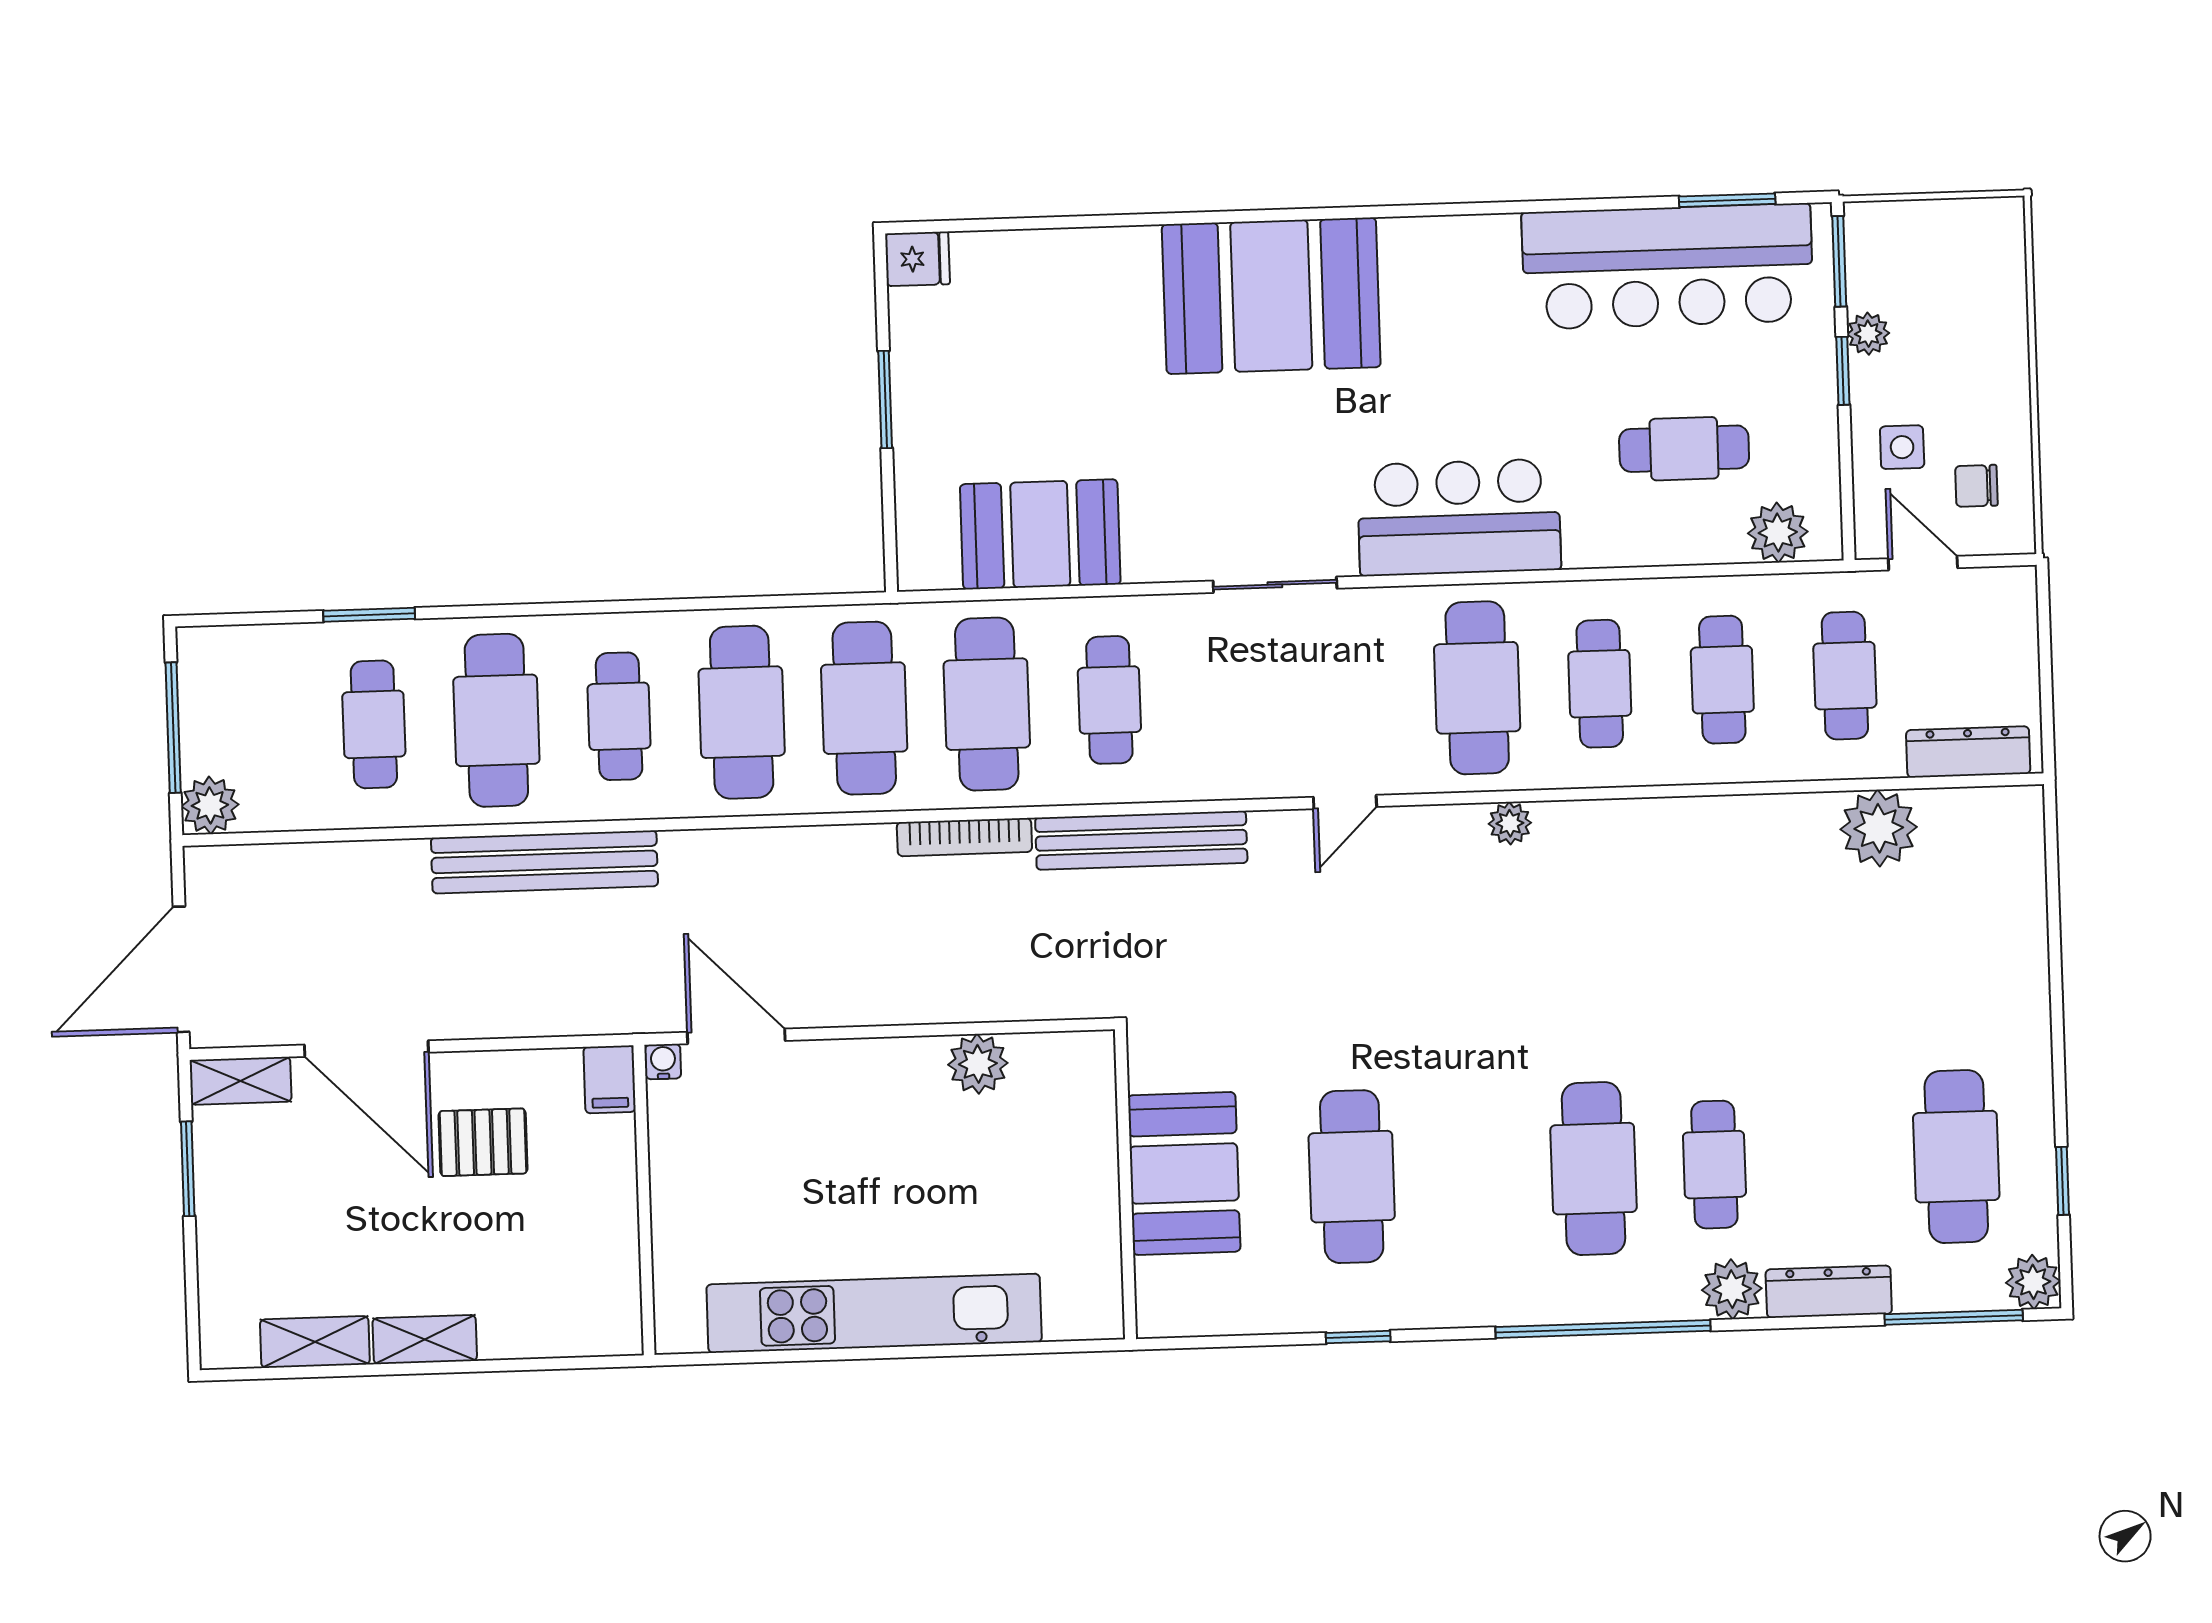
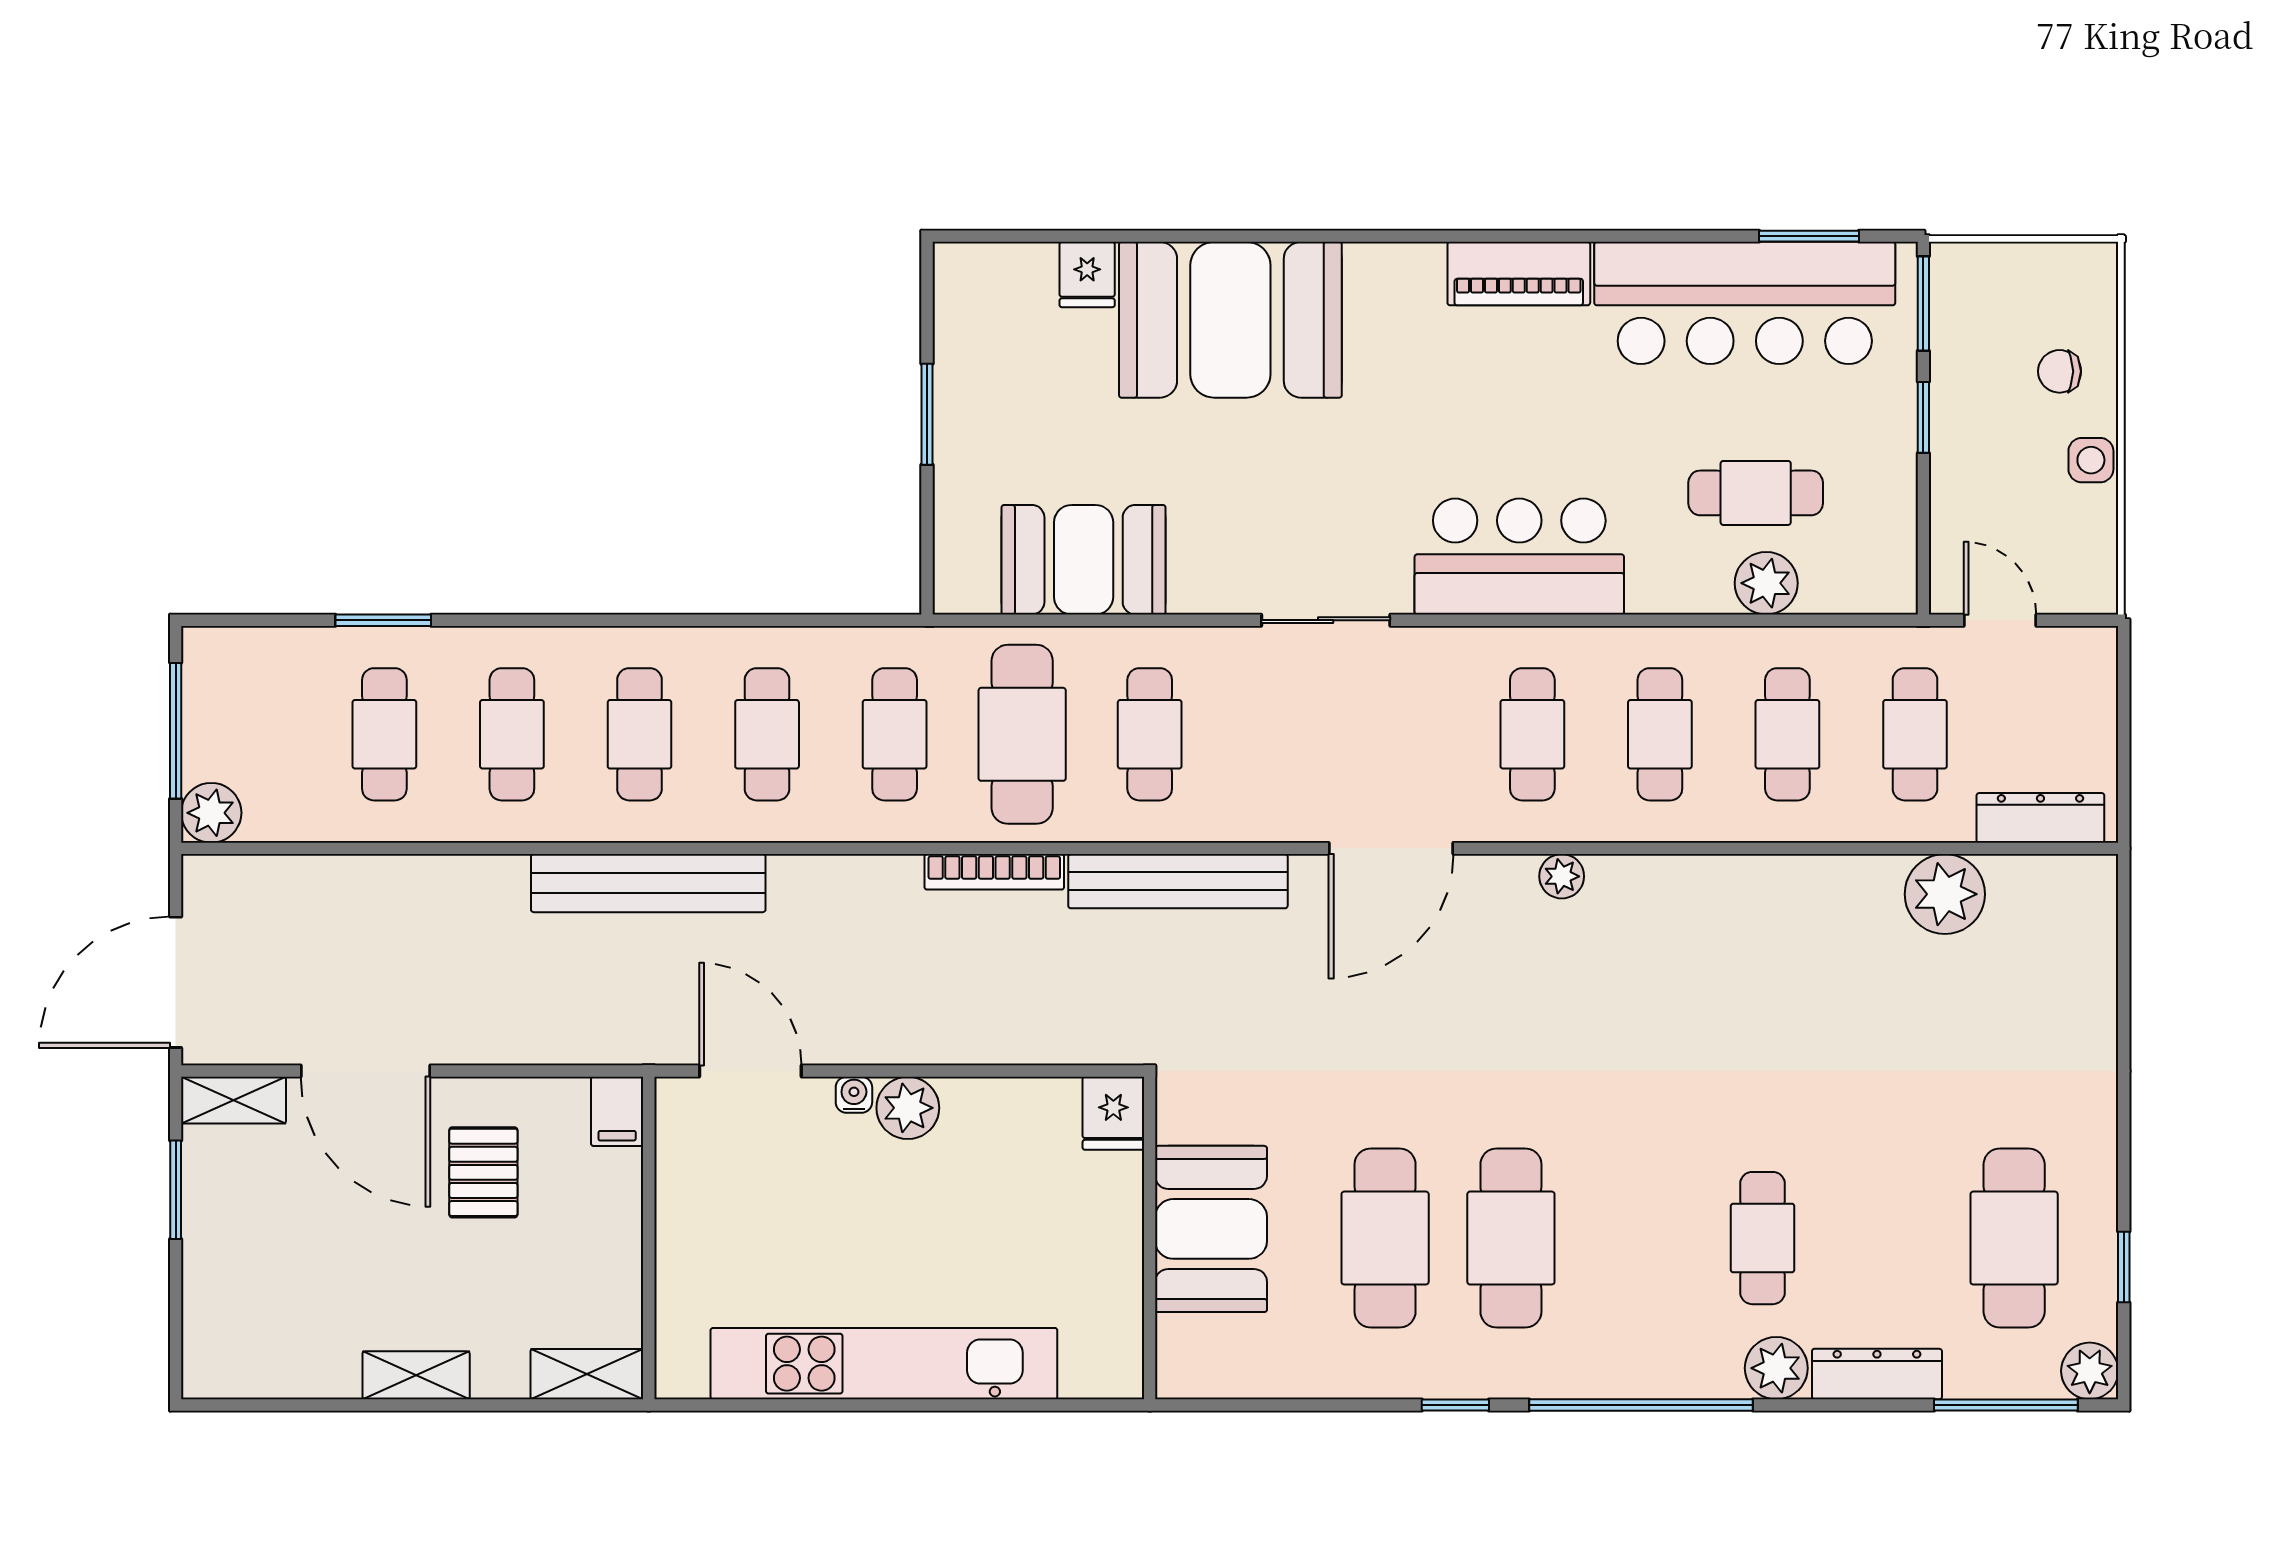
piano: (1449, 245) -> (1519, 274), added
fridge: (917, 259) -> (1087, 275), moved, turned 90
booth: (1271, 296) -> (1230, 320), moved
plant: (1868, 334) -> (1951, 380), removed
side table: (1902, 447) -> (2091, 460), moved
chair: (1976, 486) -> (2060, 371), moved
plant: (1778, 532) -> (1766, 583), moved
cafe table: (1477, 688) -> (1532, 734), width x0.73, depth x0.74
cafe table: (864, 708) -> (895, 734), width x0.73, depth x0.74
cafe table: (742, 712) -> (767, 734), width x0.73, depth x0.74
cafe table: (496, 720) -> (512, 734), width x0.73, depth x0.74
door: (1345, 802) -> (1391, 848), width x1.87
bench: (544, 862) -> (648, 883), moved
water cooler: (663, 1062) -> (854, 1095), moved
plant: (978, 1064) -> (908, 1108), moved
fridge: (1087, 1065) -> (1113, 1113), added
pallet: (483, 1142) -> (483, 1172), turned 90
cafe table: (1594, 1169) -> (1511, 1238), moved
window: (1358, 1337) -> (1455, 1405), moved
shelving: (315, 1342) -> (587, 1374), moved

